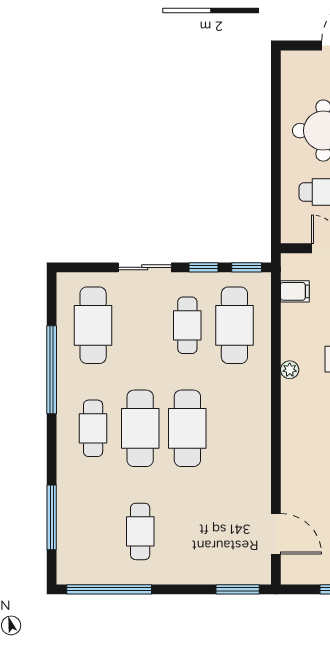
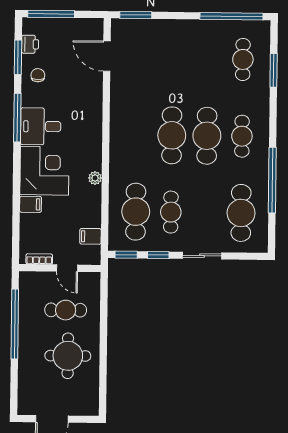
window: (52, 517) -> (274, 70), width x0.69
cafe table: (140, 531) -> (243, 59), moved

